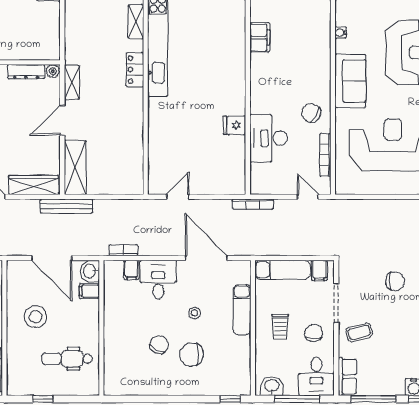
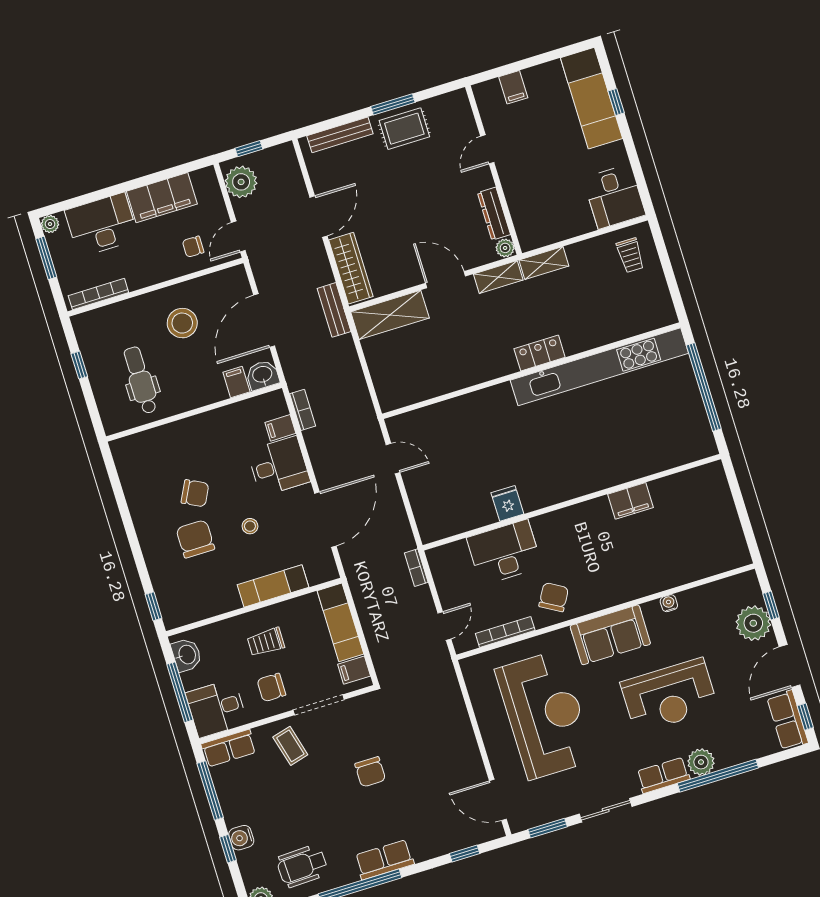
shelving: (136, 22) -> (544, 263), moved
bookcase: (253, 204) -> (416, 568), width x0.64
bench: (66, 206) -> (334, 310), width x0.73
chair: (314, 333) -> (271, 687), turned 180

